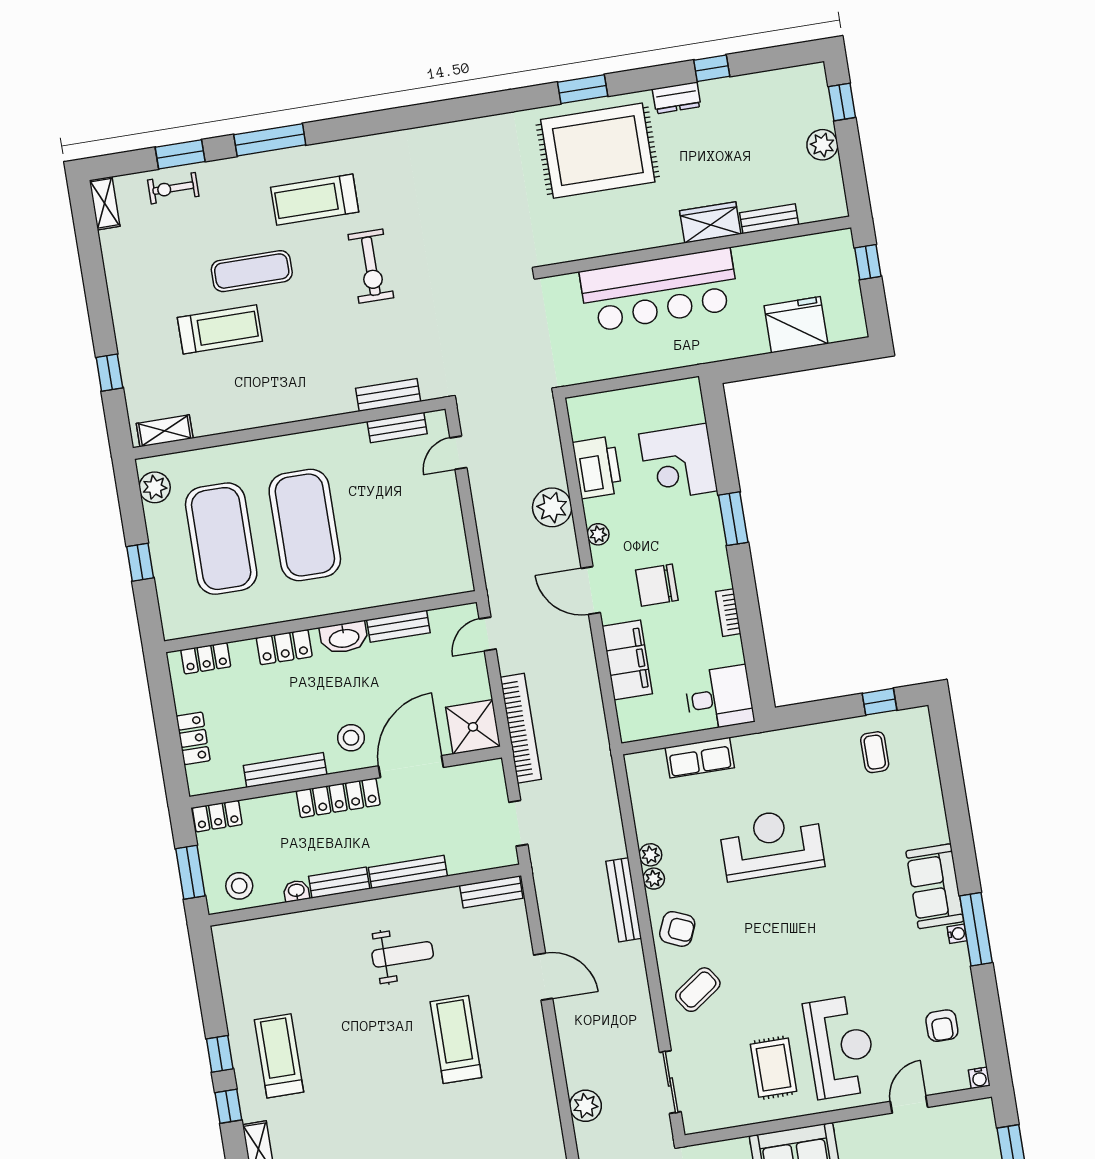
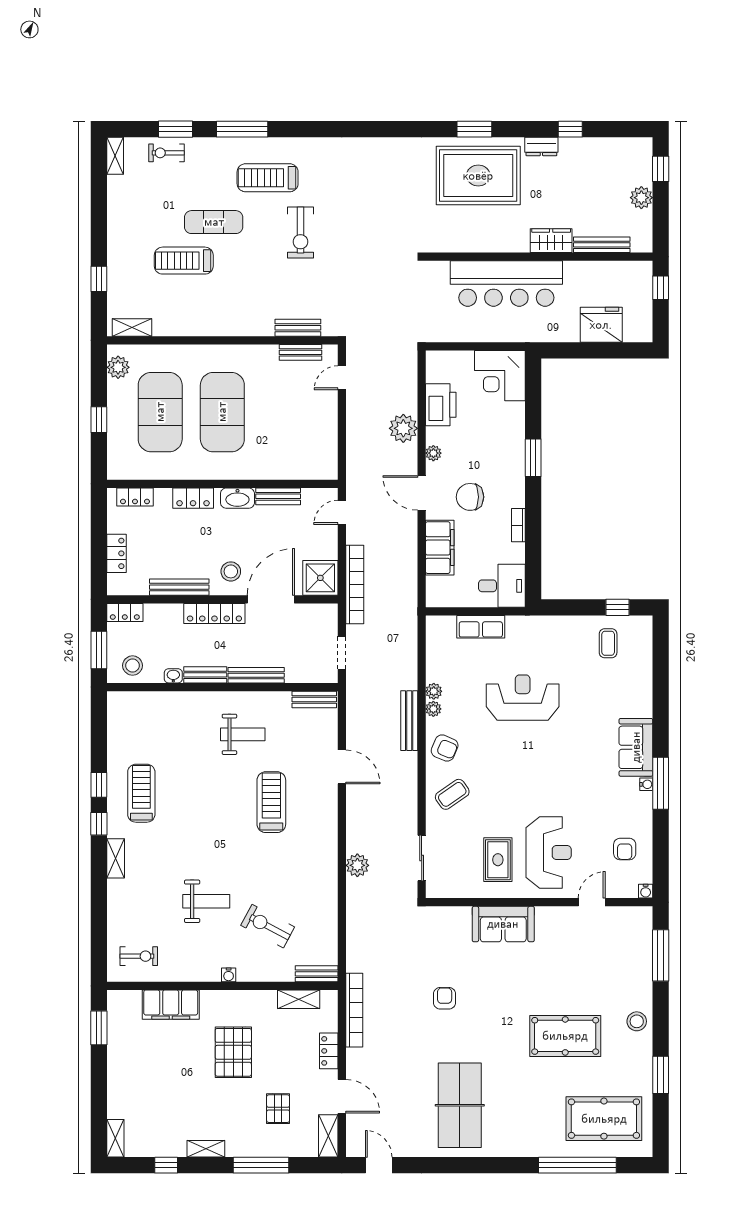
bench: (769, 219) -> (602, 245), width x1.36
treadmill: (220, 329) -> (184, 261), turned 180
corner desk: (678, 462) -> (500, 376), moved

